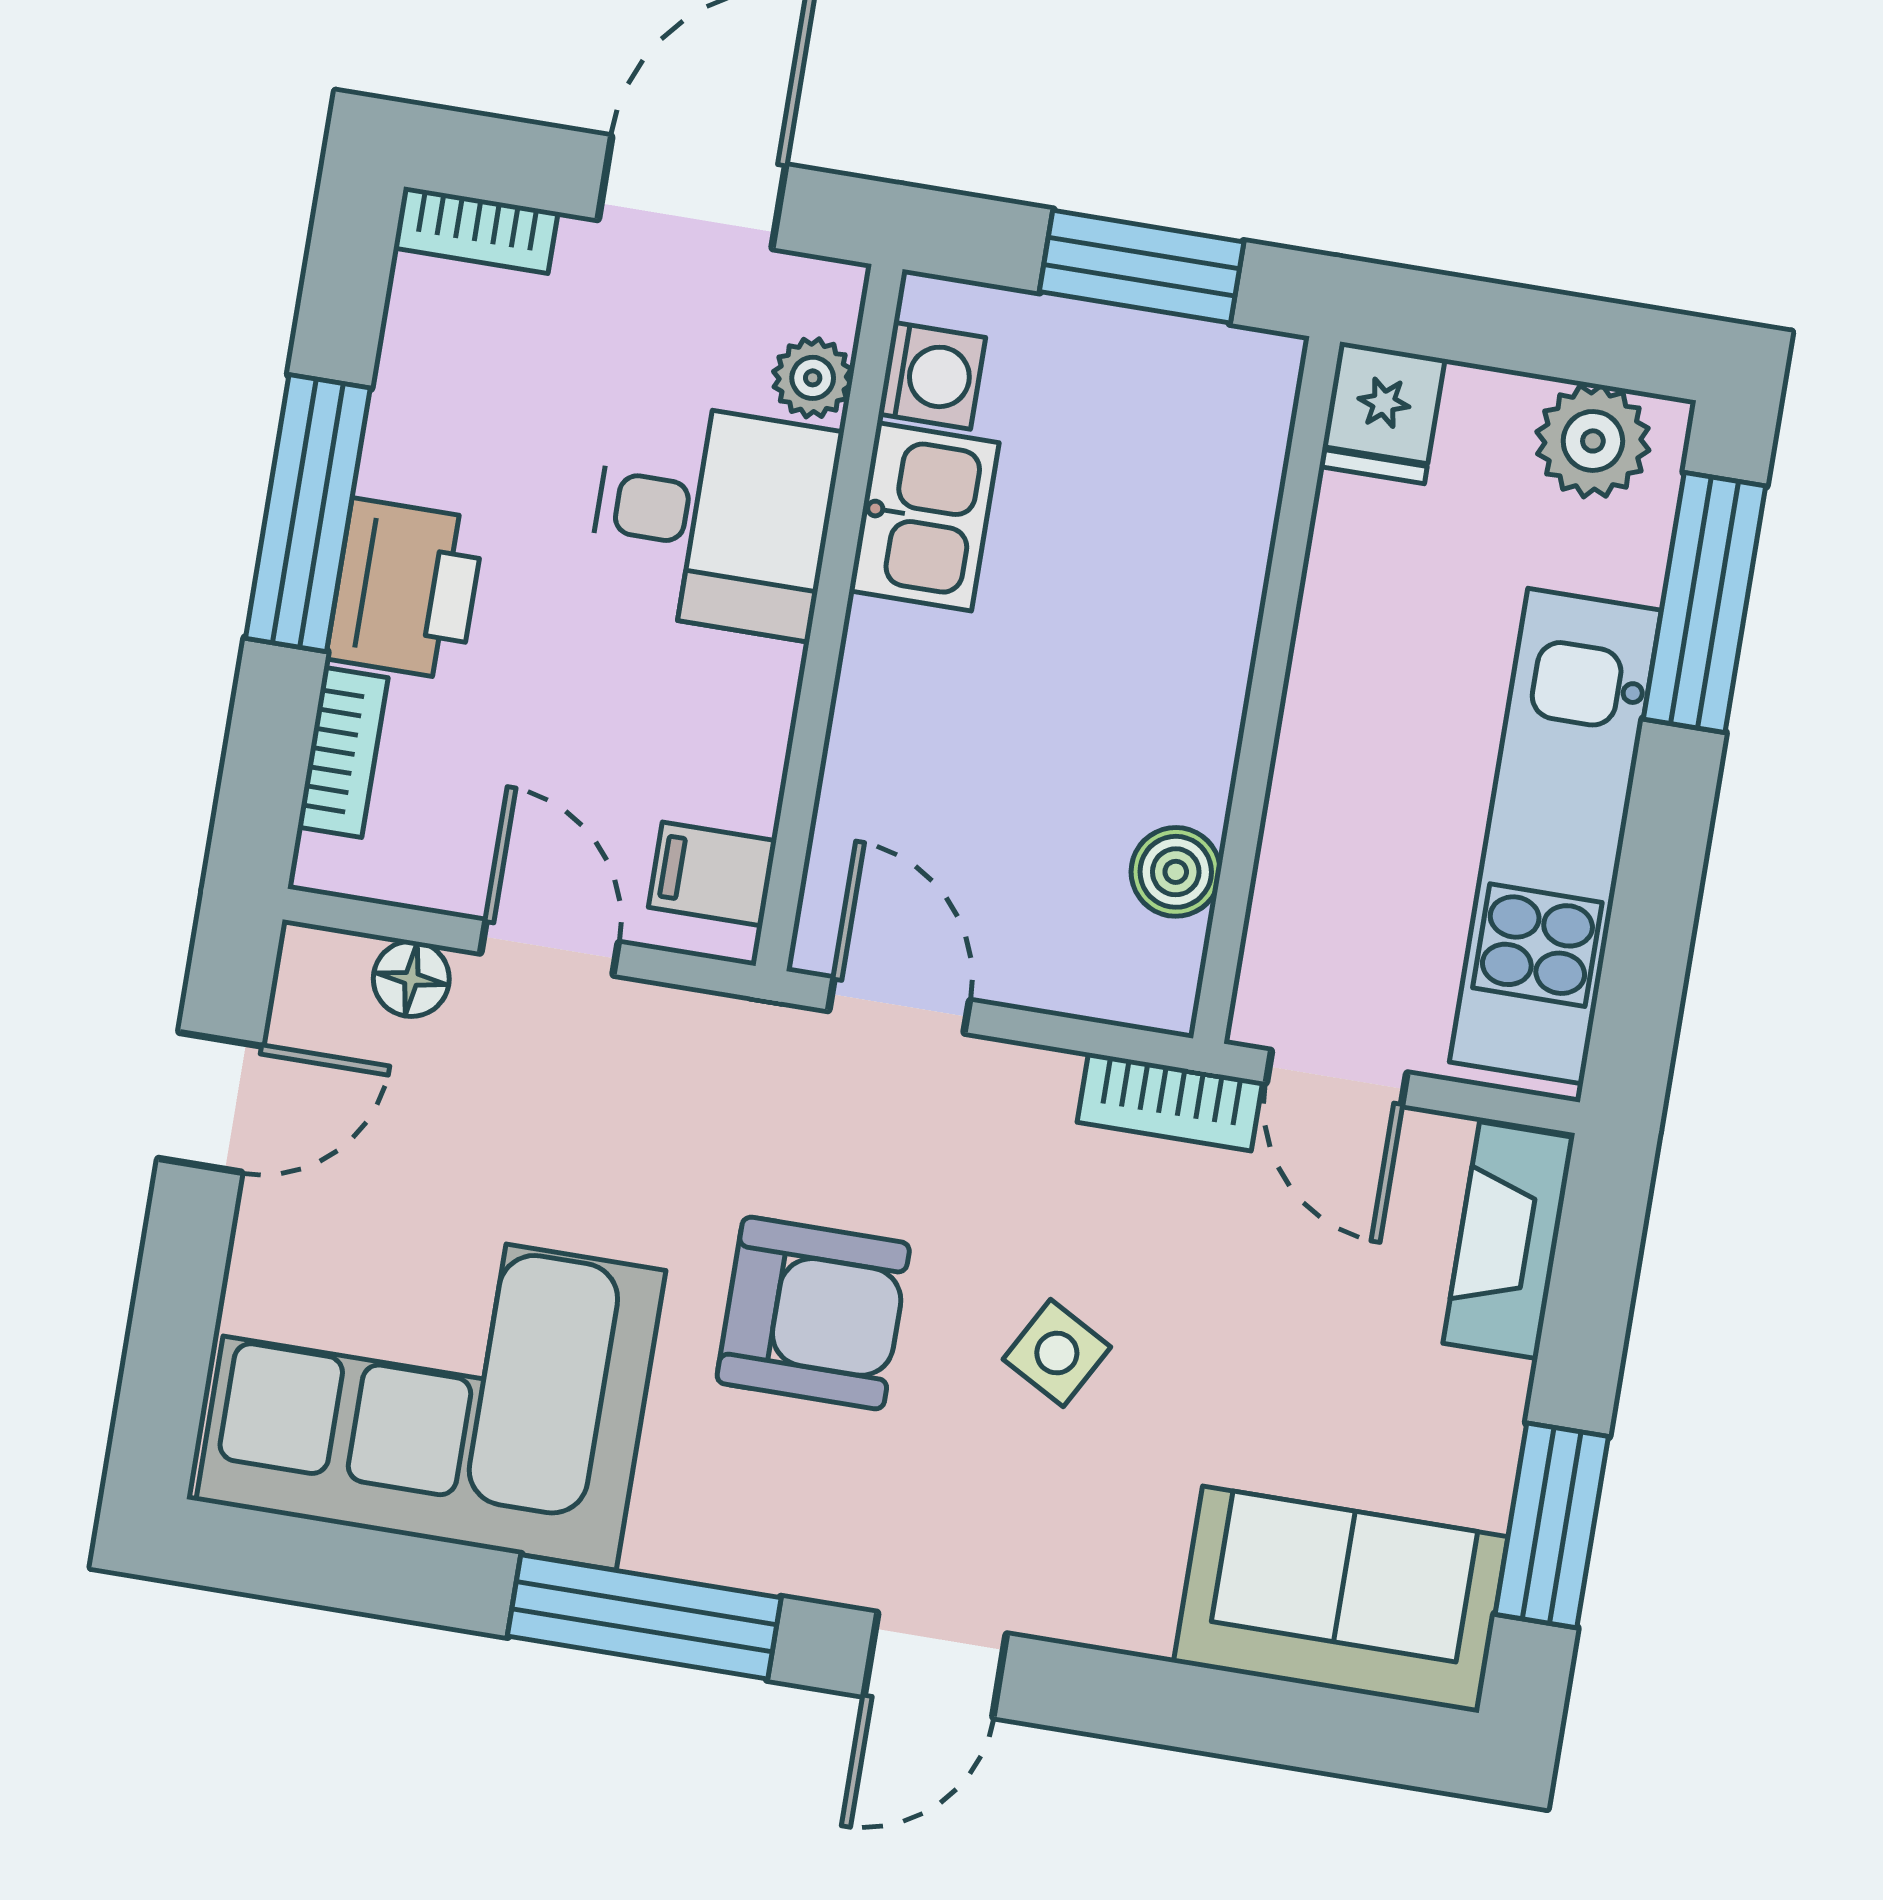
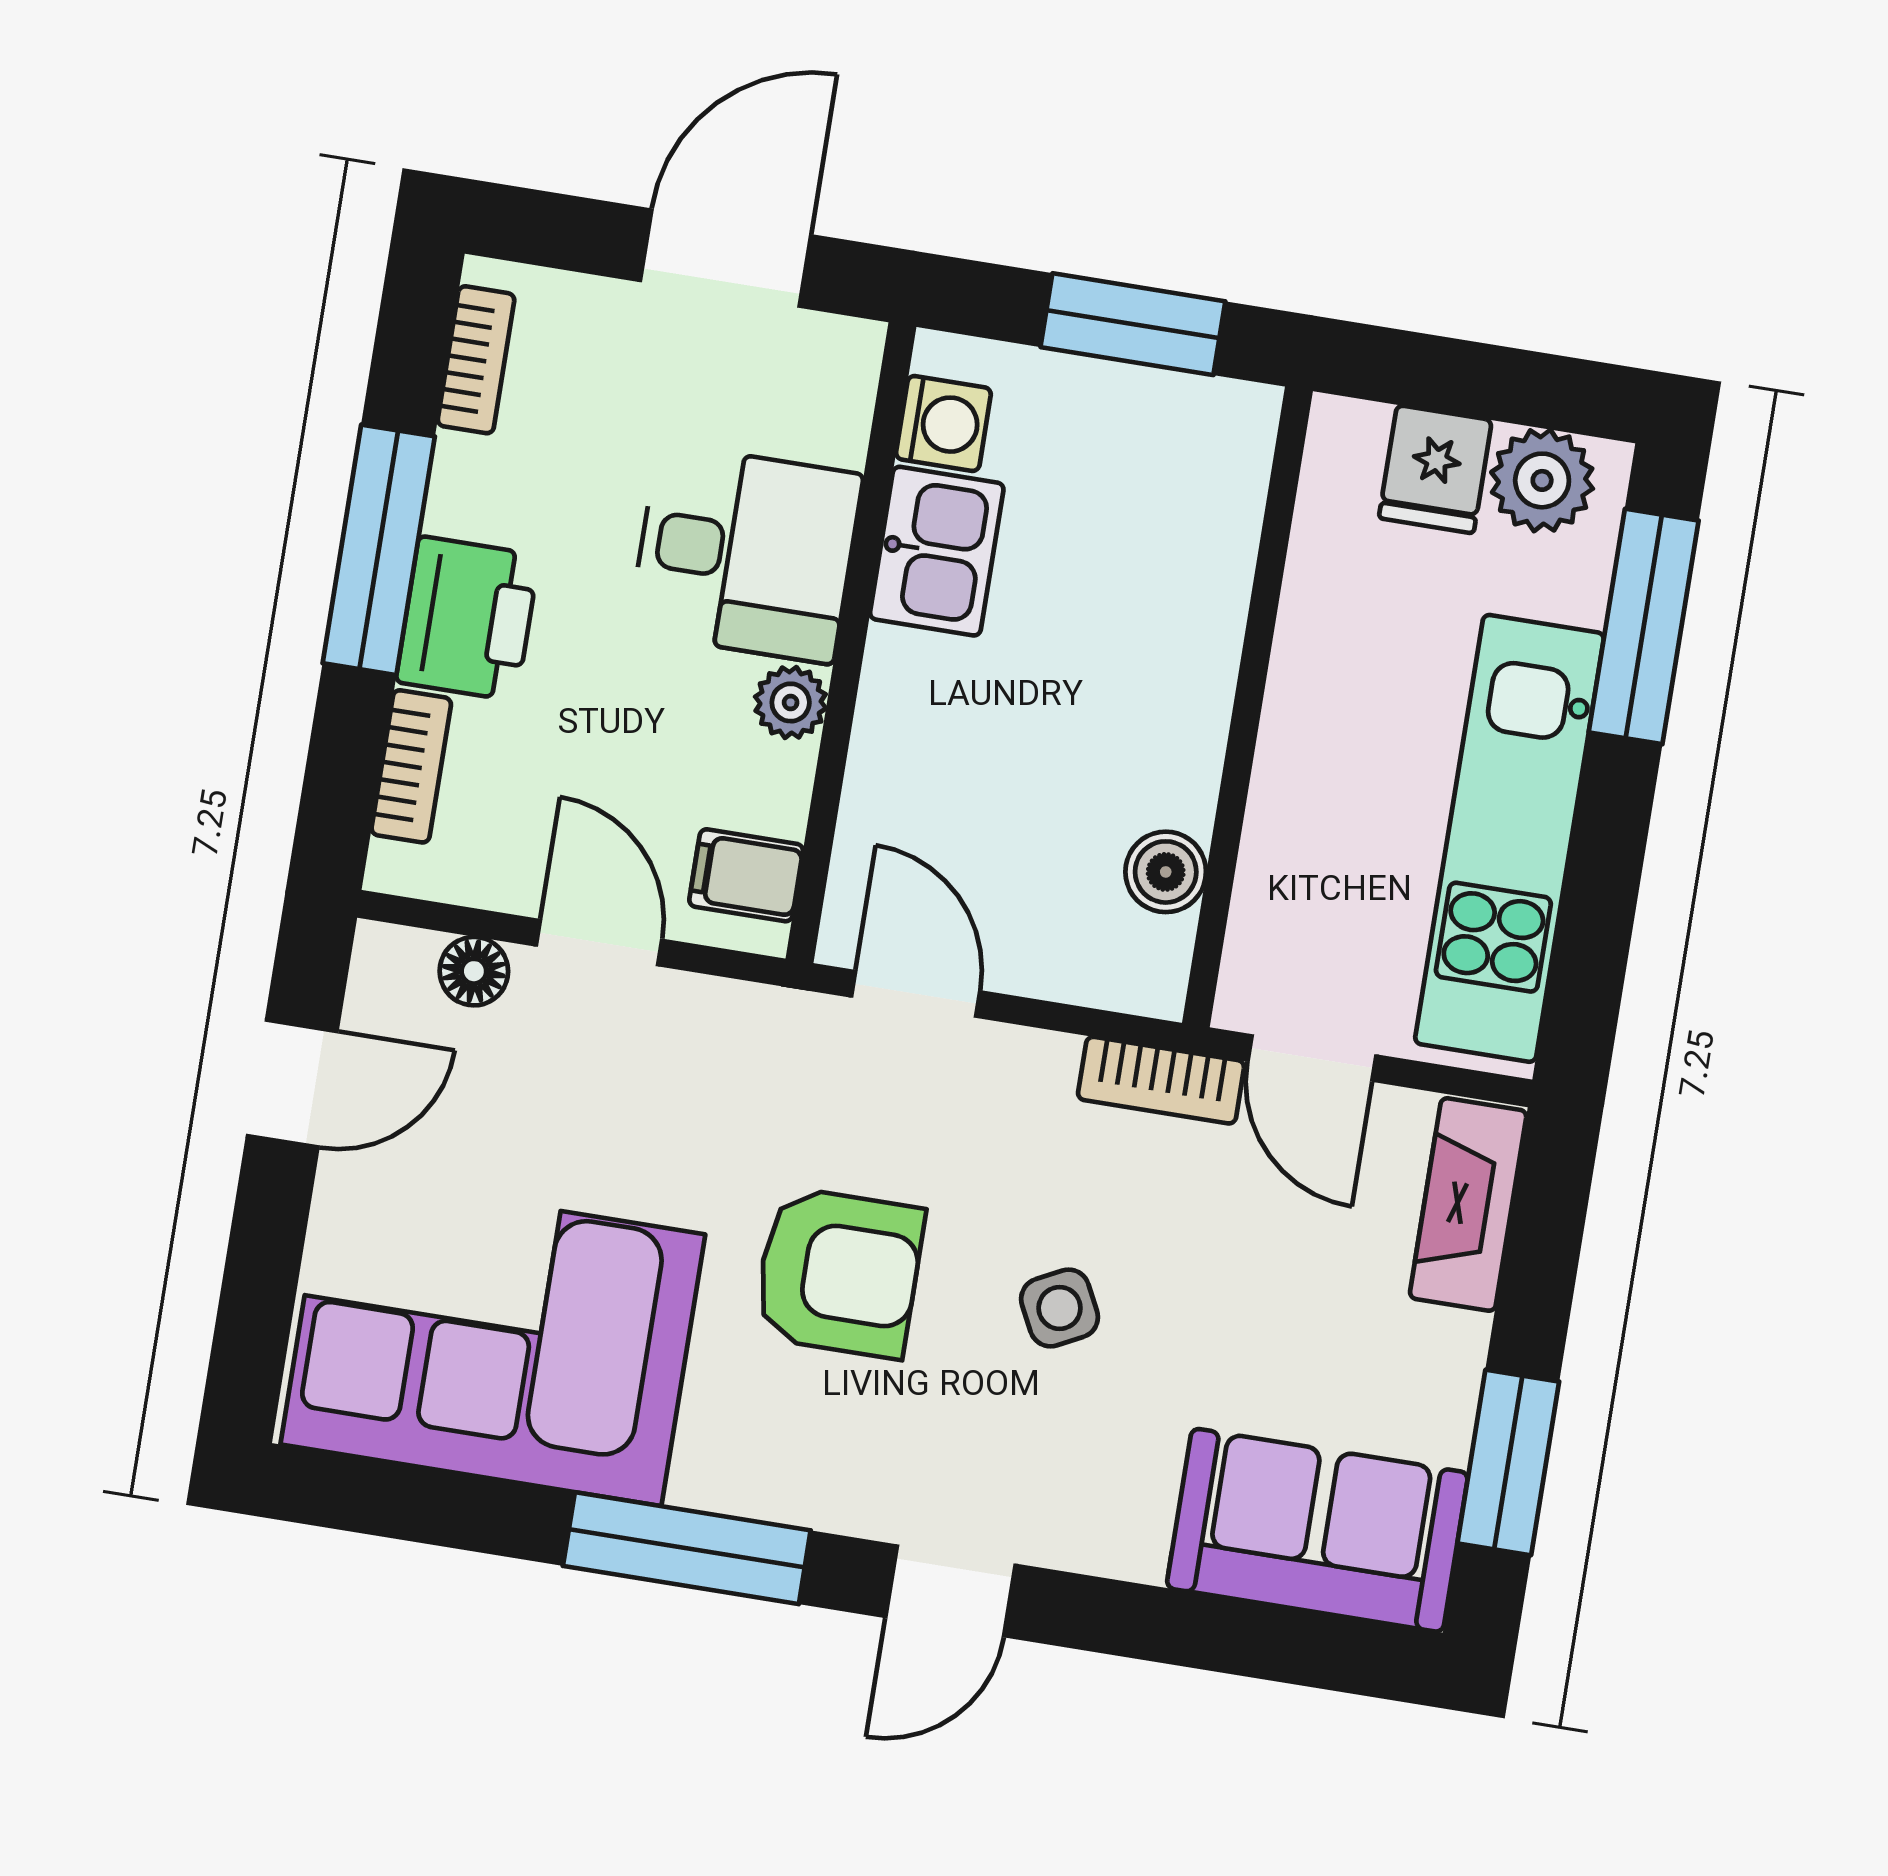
bookcase: (476, 230) -> (476, 360), moved, turned -90
plant: (813, 378) -> (791, 702), moved
fridge: (1382, 413) -> (1435, 469), moved
side table: (1057, 1353) -> (1060, 1308), turned 34

